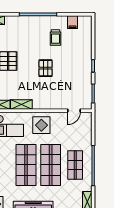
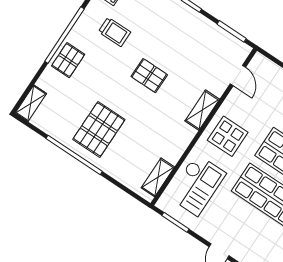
pallet: (27, 24) -> (68, 60), added
shelving: (21, 105) -> (202, 110), moved

